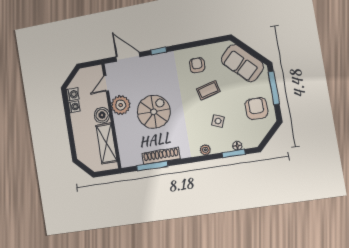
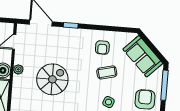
armchair: (197, 65) -> (102, 48), turned 180
plant: (121, 105) -> (18, 69), width x0.53, depth x0.53

